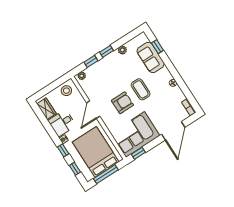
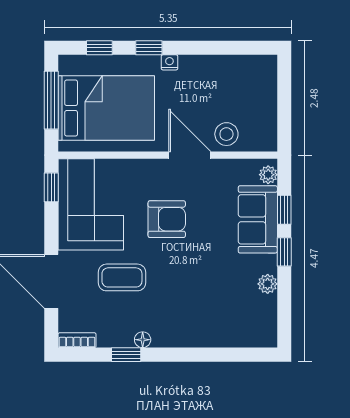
window: (157, 47) -> (126, 355), moved
sofa: (151, 57) -> (258, 219), moved, turned -90
coffee table: (141, 89) -> (122, 277), moved
stool: (66, 91) -> (226, 134), moved
armchair: (122, 103) -> (167, 219), turned -90
wardrobe: (46, 109) -> (249, 67), removed
desk: (62, 123) -> (202, 79), removed

